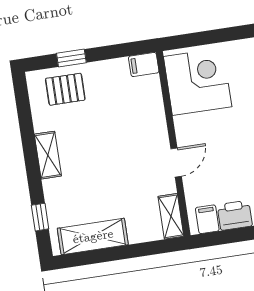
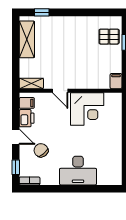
corner desk: (198, 82) -> (87, 109), moved
pallet: (65, 89) -> (109, 37), turned 90
shelving: (48, 155) -> (75, 22), removed

